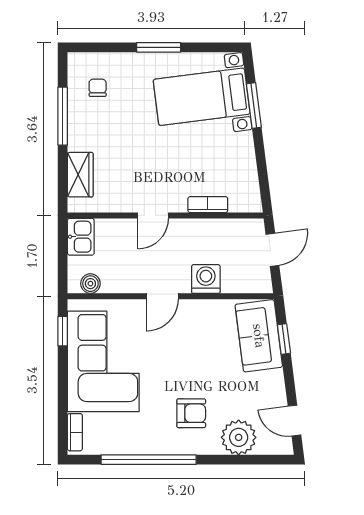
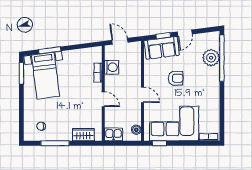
window: (159, 47) -> (21, 73), moved
washing machine: (206, 279) -> (112, 67), moved, turned 180
armchair: (191, 413) -> (176, 78), moved, turned 90
door: (294, 421) -> (185, 33), moved
window: (149, 460) -> (222, 58), moved

